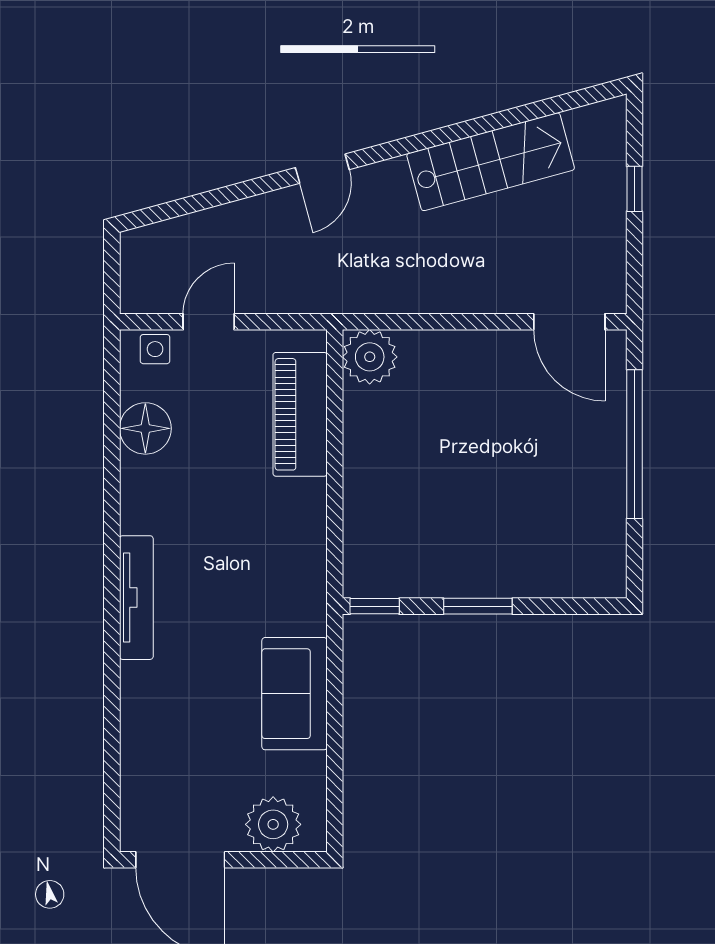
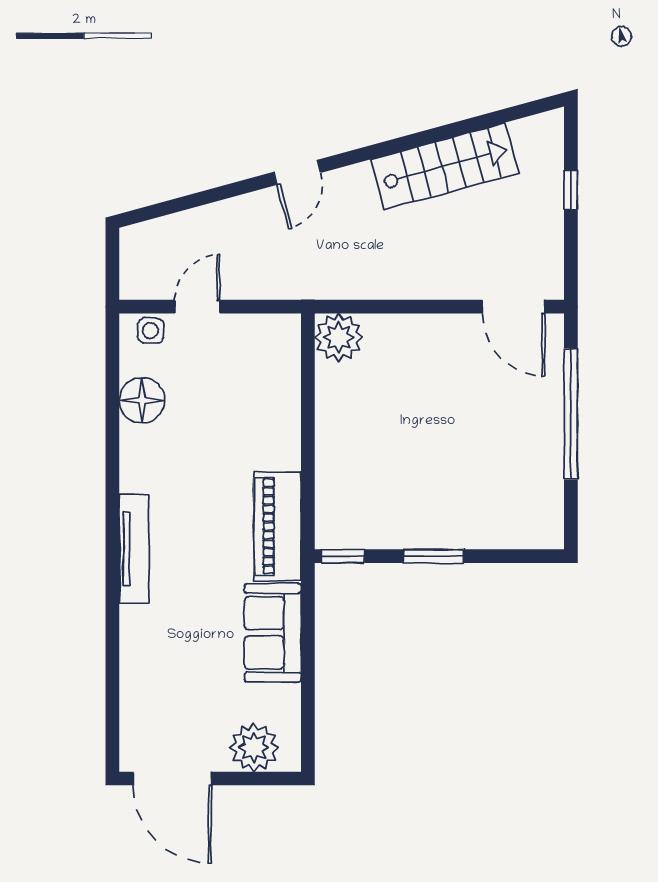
piano: (300, 414) -> (278, 526), moved

